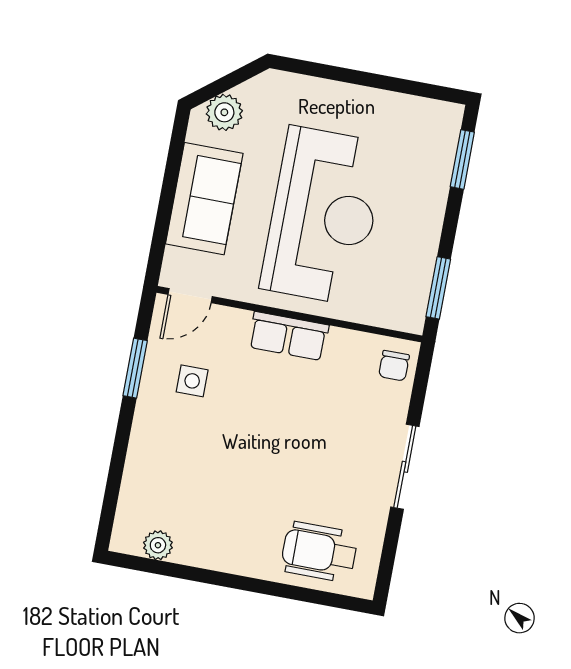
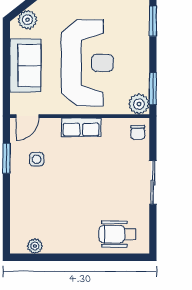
plant: (406, 312) -> (139, 104), added

